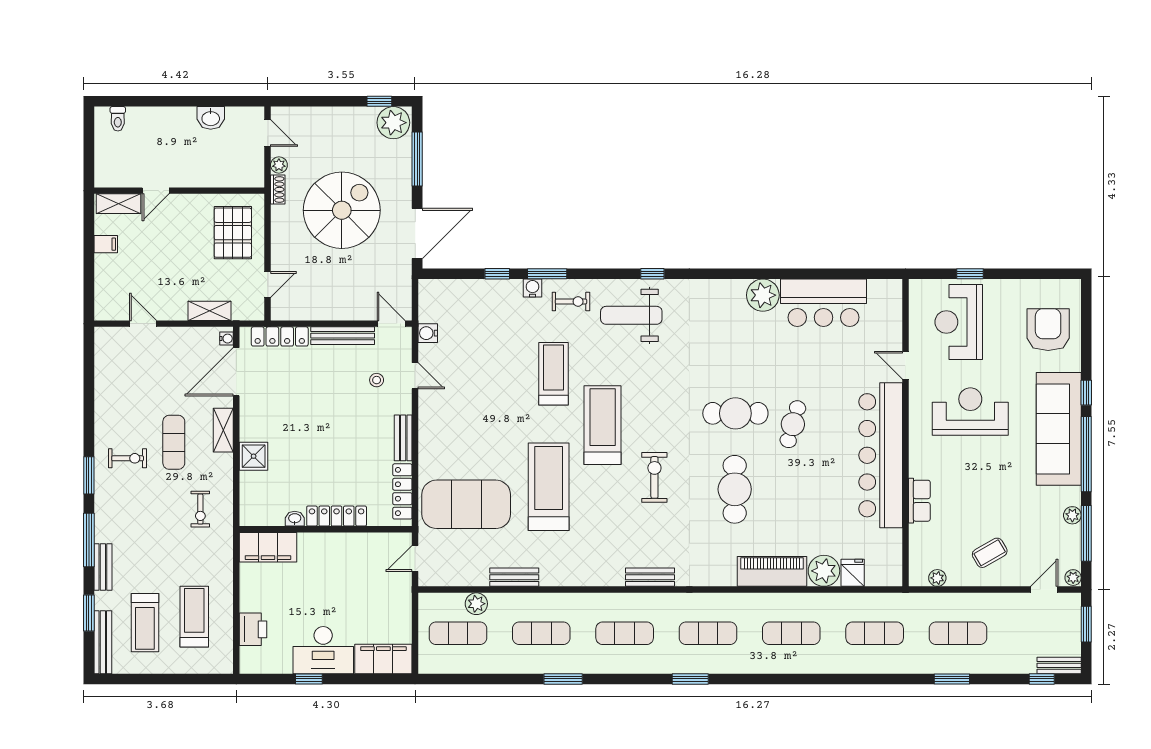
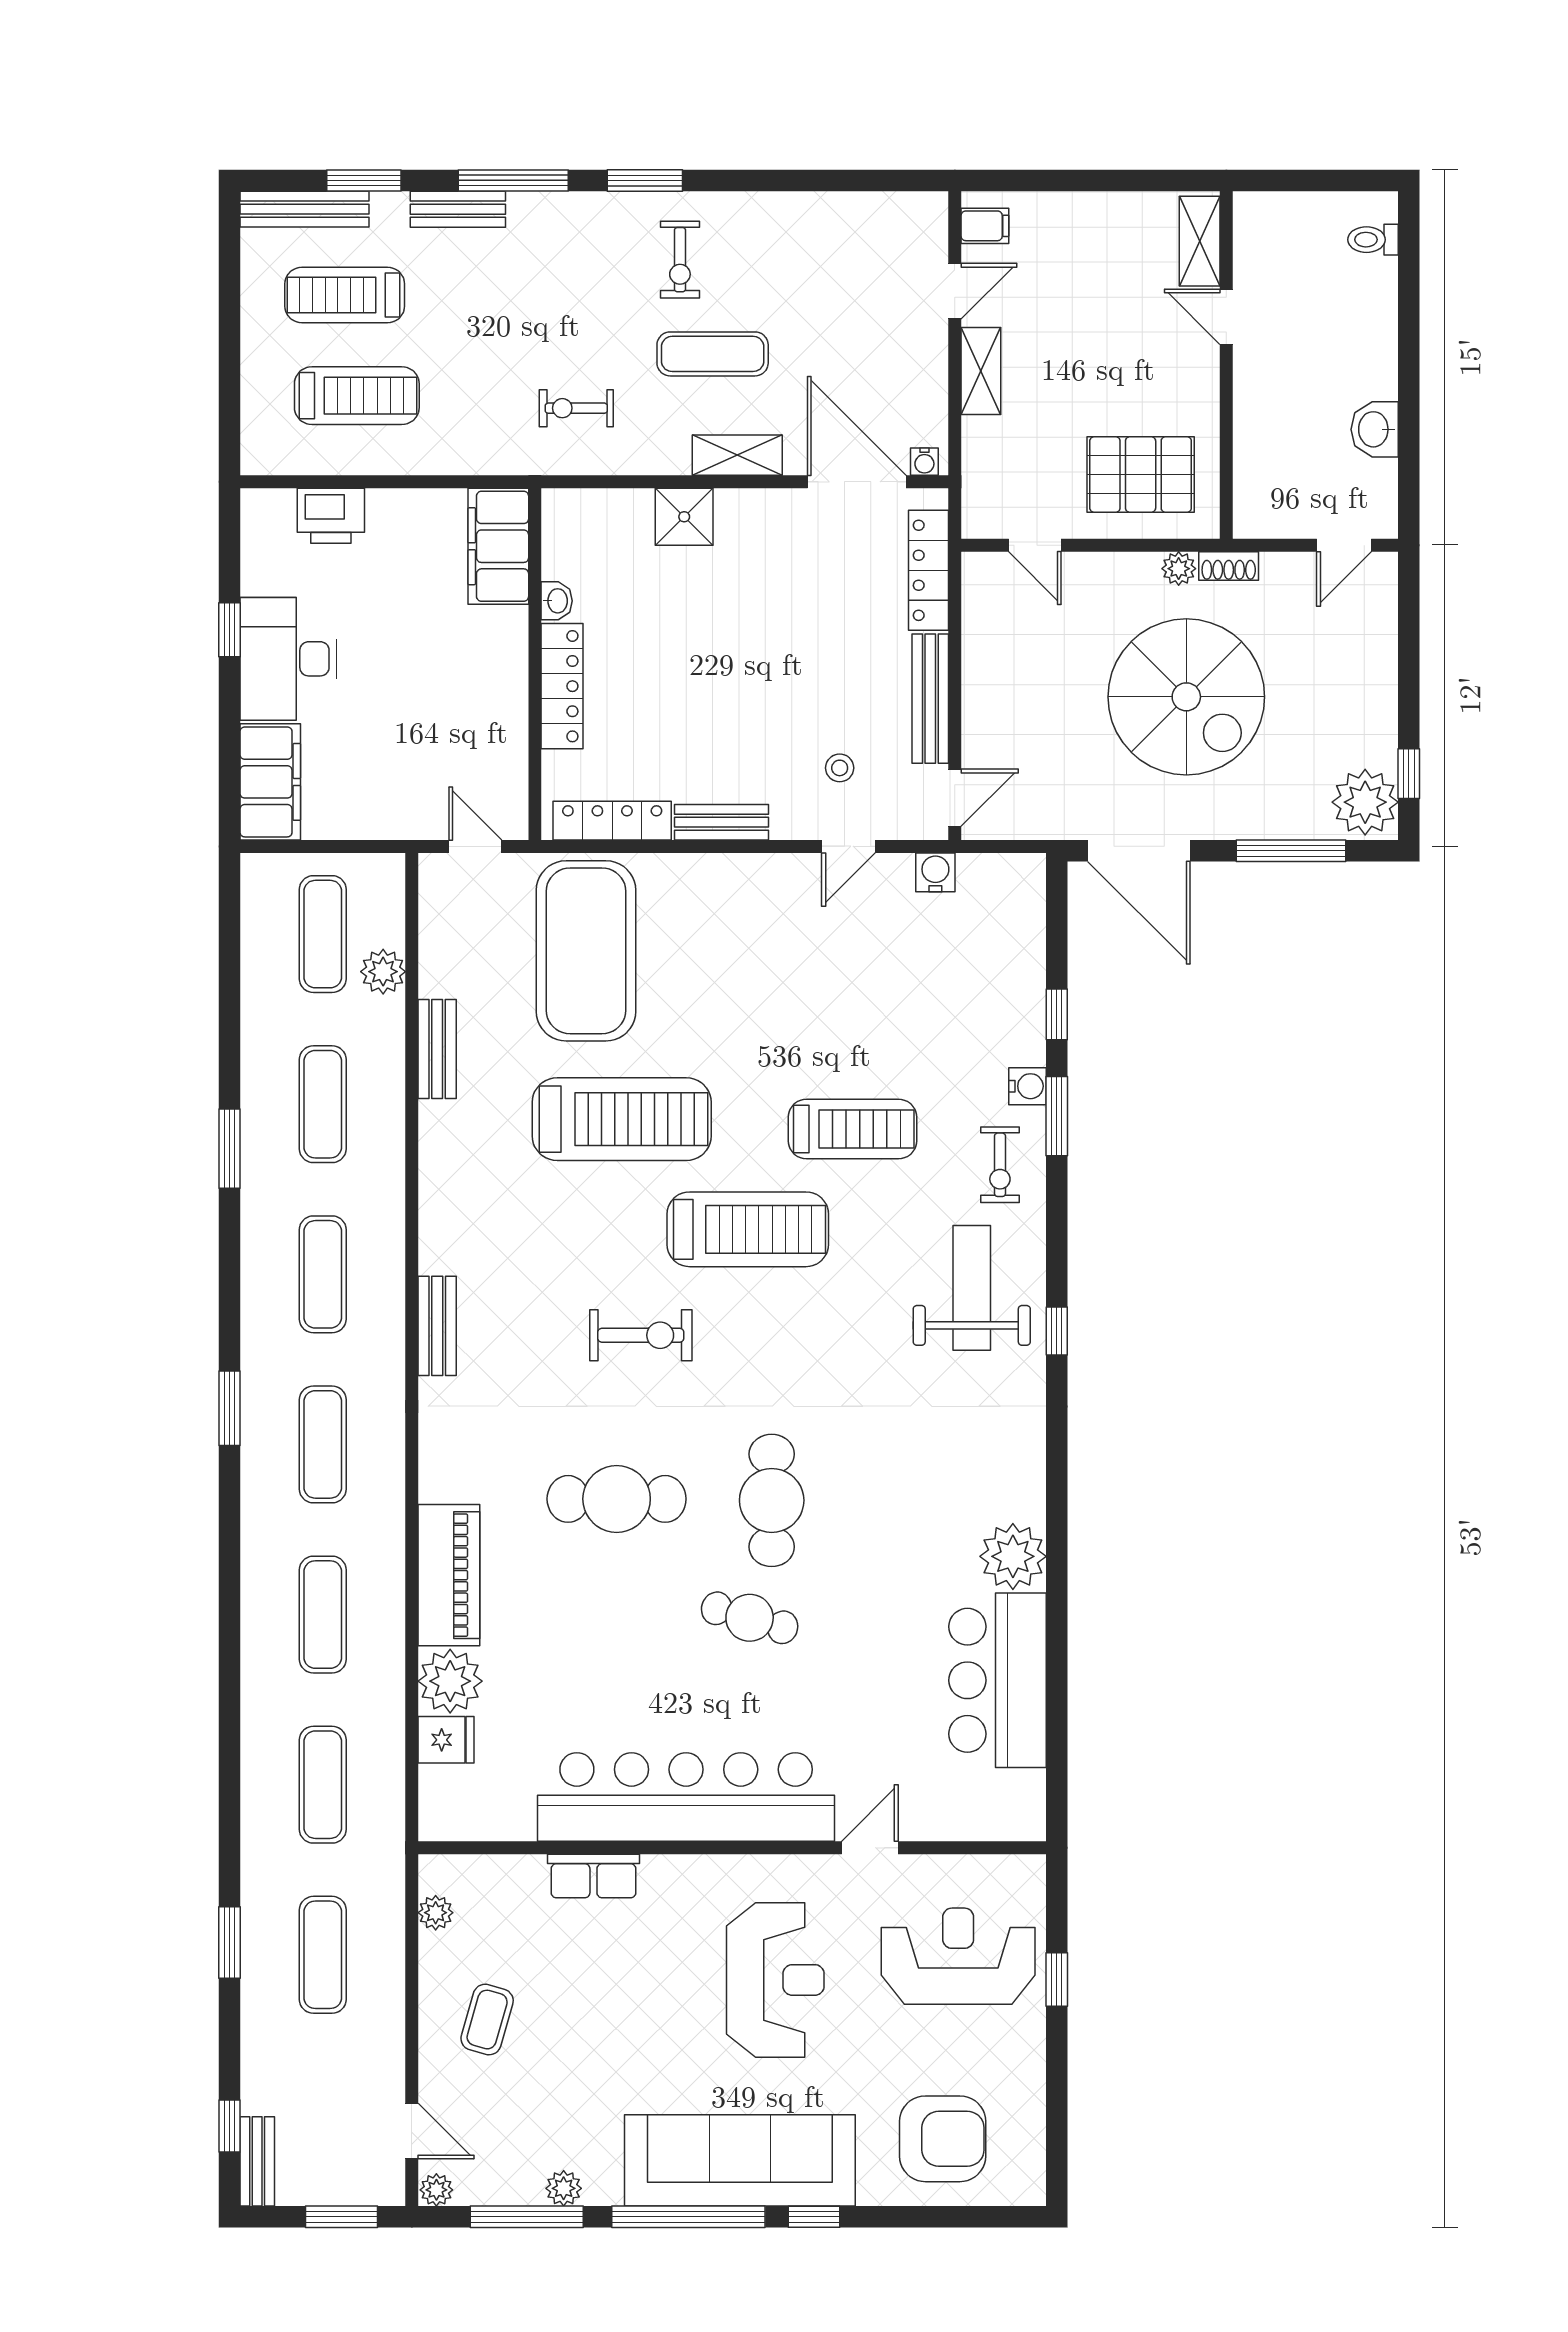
plant: (279, 165) -> (1179, 569), moved
filing cabinet: (106, 244) -> (985, 226), moved, turned -90
shelving: (209, 311) -> (981, 371), moved
coffee table: (990, 553) -> (487, 2020), turned 46

